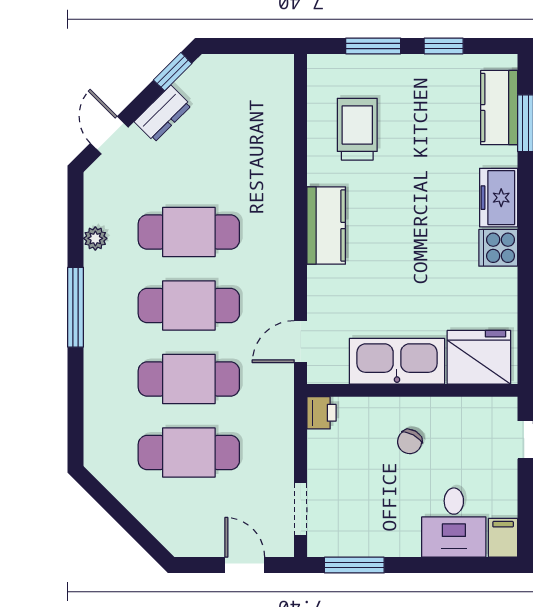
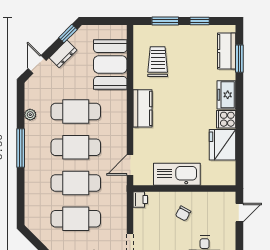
booth: (260, 135) -> (110, 64), added
fridge: (479, 357) -> (222, 145), moved, turned -90

